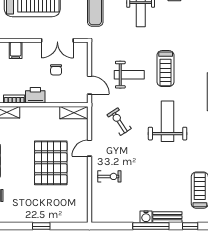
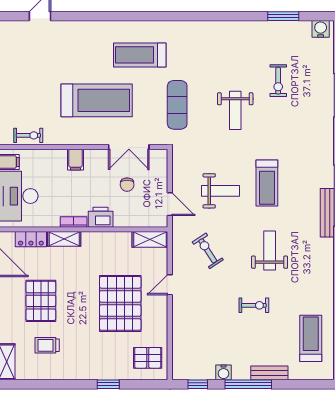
weight bench: (168, 121) -> (270, 250), width x0.73, depth x0.75
exercise bike: (109, 176) -> (254, 305), moved
pallet: (72, 205) -> (148, 358), added
water cooler: (146, 217) -> (224, 372), moved
window: (190, 226) -> (198, 384), moved

